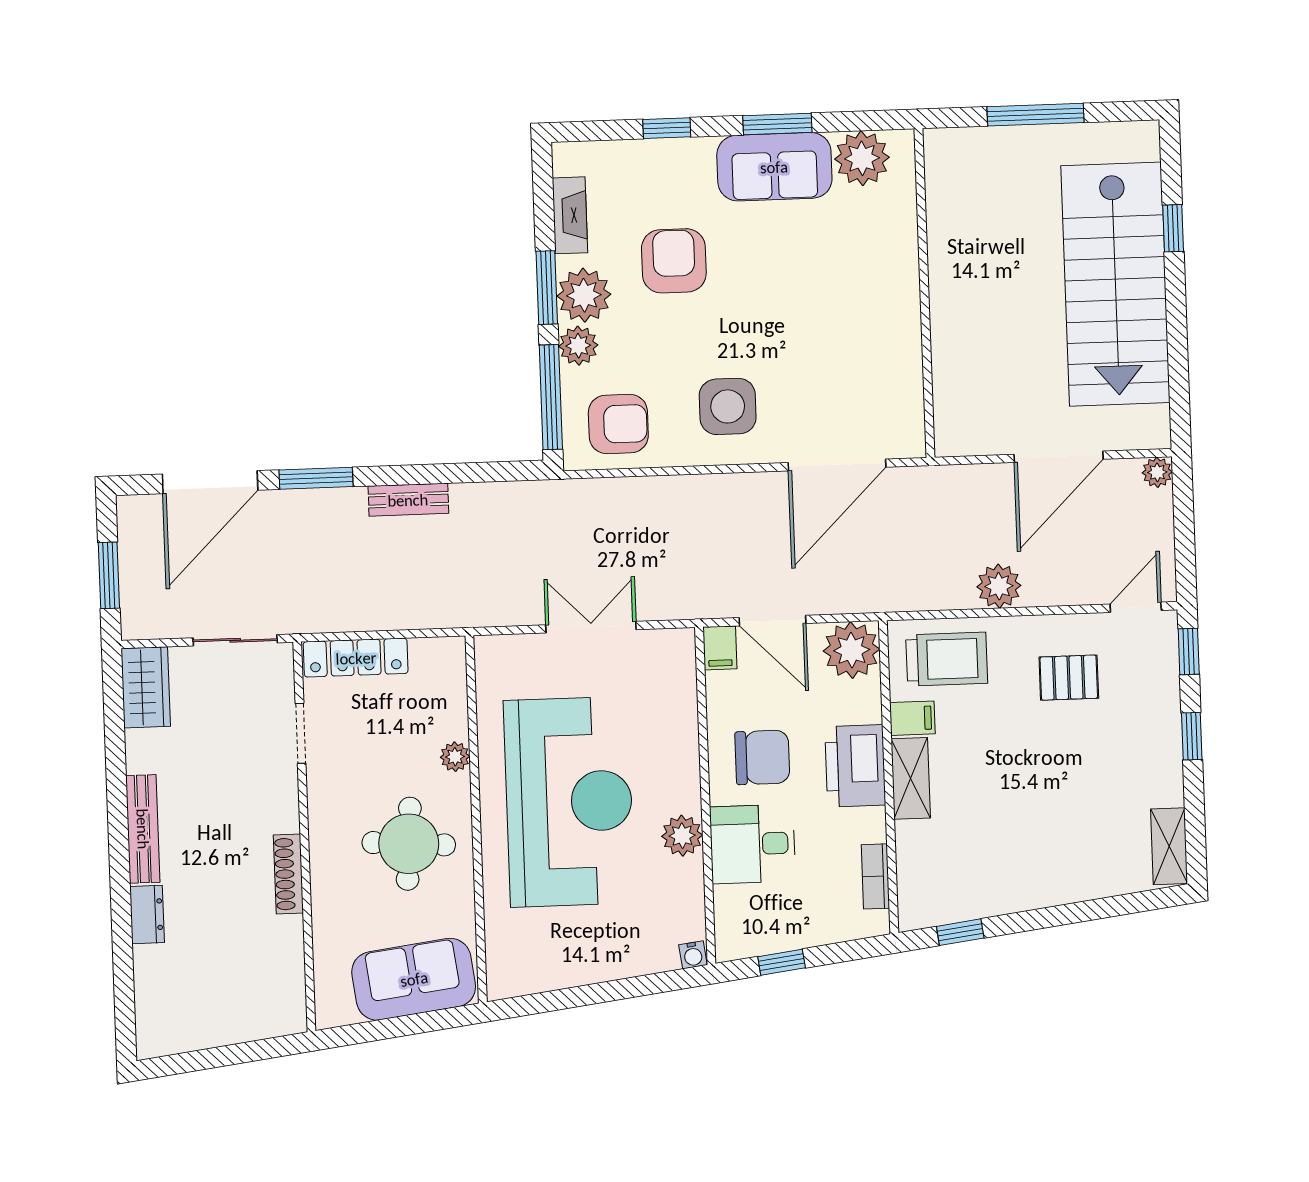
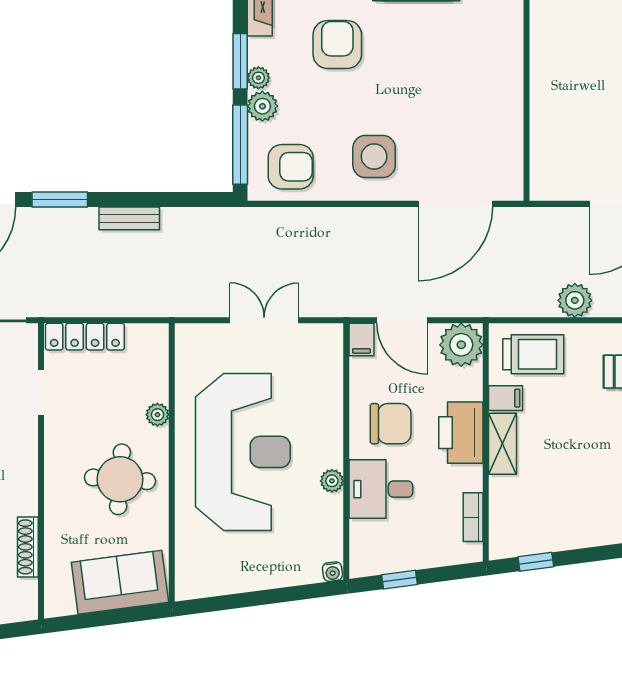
plant: (584, 295) -> (258, 78), width x0.53, depth x0.53
plant: (682, 836) -> (332, 481), width x0.73, depth x0.73
shoe rack: (288, 874) -> (28, 547), moved

